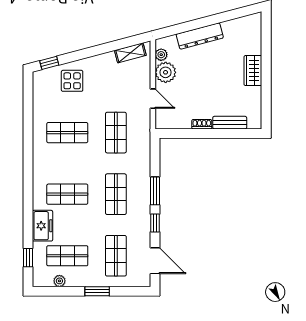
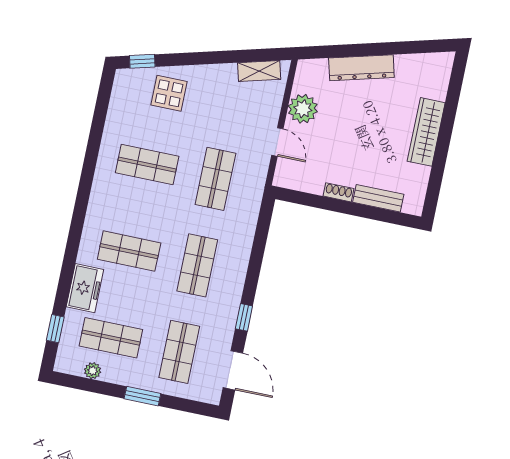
plant: (161, 55) -> (302, 83), removed
wardrobe: (253, 71) -> (426, 132), width x1.50
window: (155, 191) -> (253, 272), removed

